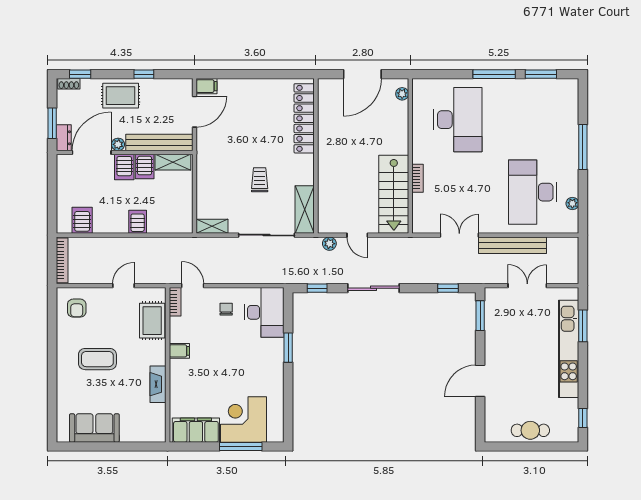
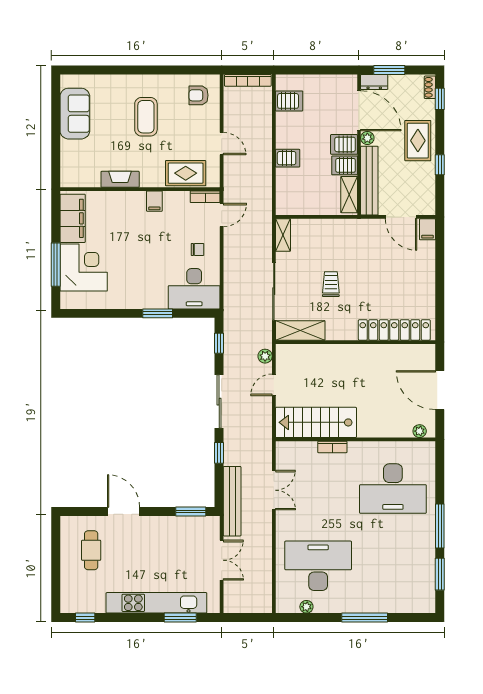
trolley: (260, 180) -> (331, 284), turned -90
bench: (513, 245) -> (232, 501), moved
window: (448, 288) -> (219, 453), moved
cafe table: (530, 430) -> (91, 550), moved

